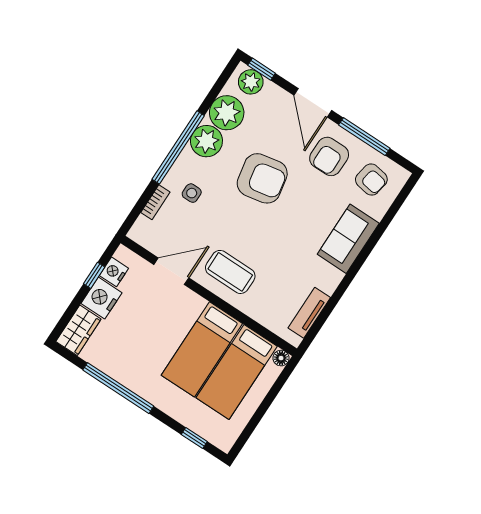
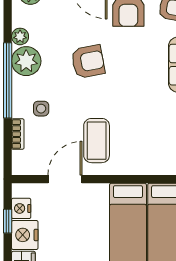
plant: (227, 113) -> (20, 36), width x0.53, depth x0.53
armchair: (262, 178) -> (88, 62), width x0.73, depth x0.73
coffee table: (230, 272) -> (97, 141), moved, turned 90

